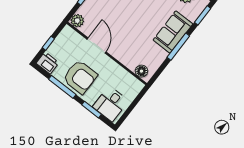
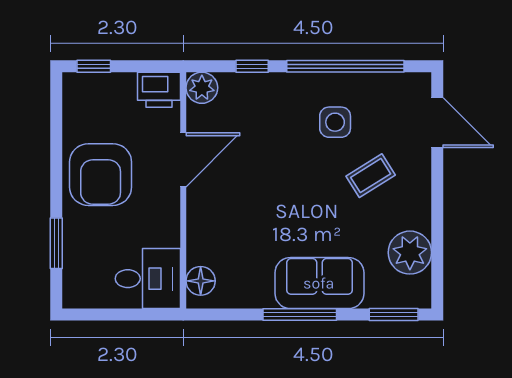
window: (48, 43) -> (94, 66), moved
printer: (48, 63) -> (159, 90), moved, turned 90
window: (62, 87) -> (56, 156), removed
desk: (111, 104) -> (148, 279), moved, turned 180

